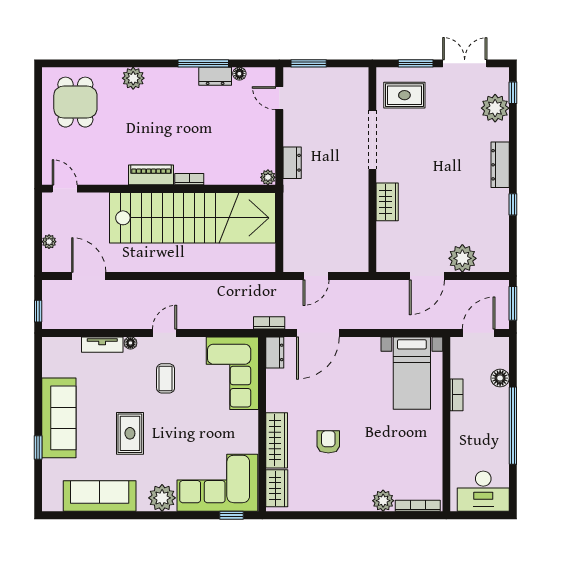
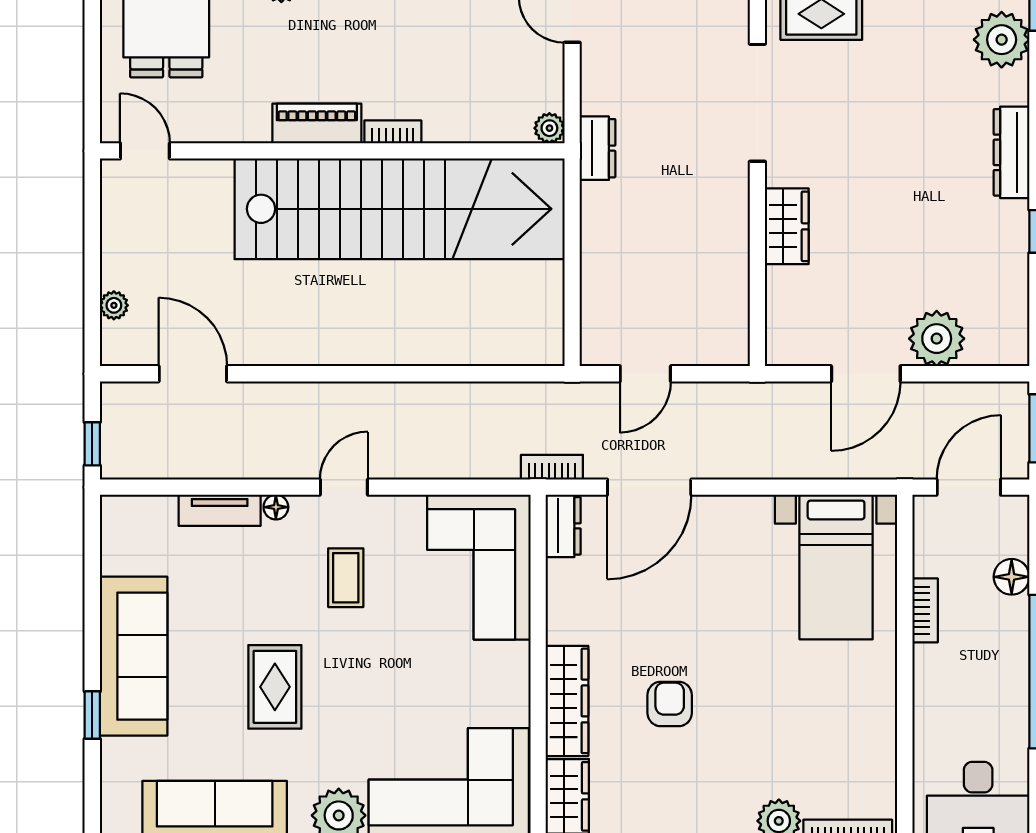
piano: (151, 175) -> (317, 123), moved
plant: (268, 177) -> (549, 128), moved
bookcase: (189, 179) -> (393, 132), moved
door: (65, 189) -> (145, 151), moved
wall: (159, 189) -> (332, 151), moved
stairs: (193, 218) -> (400, 209), moved

